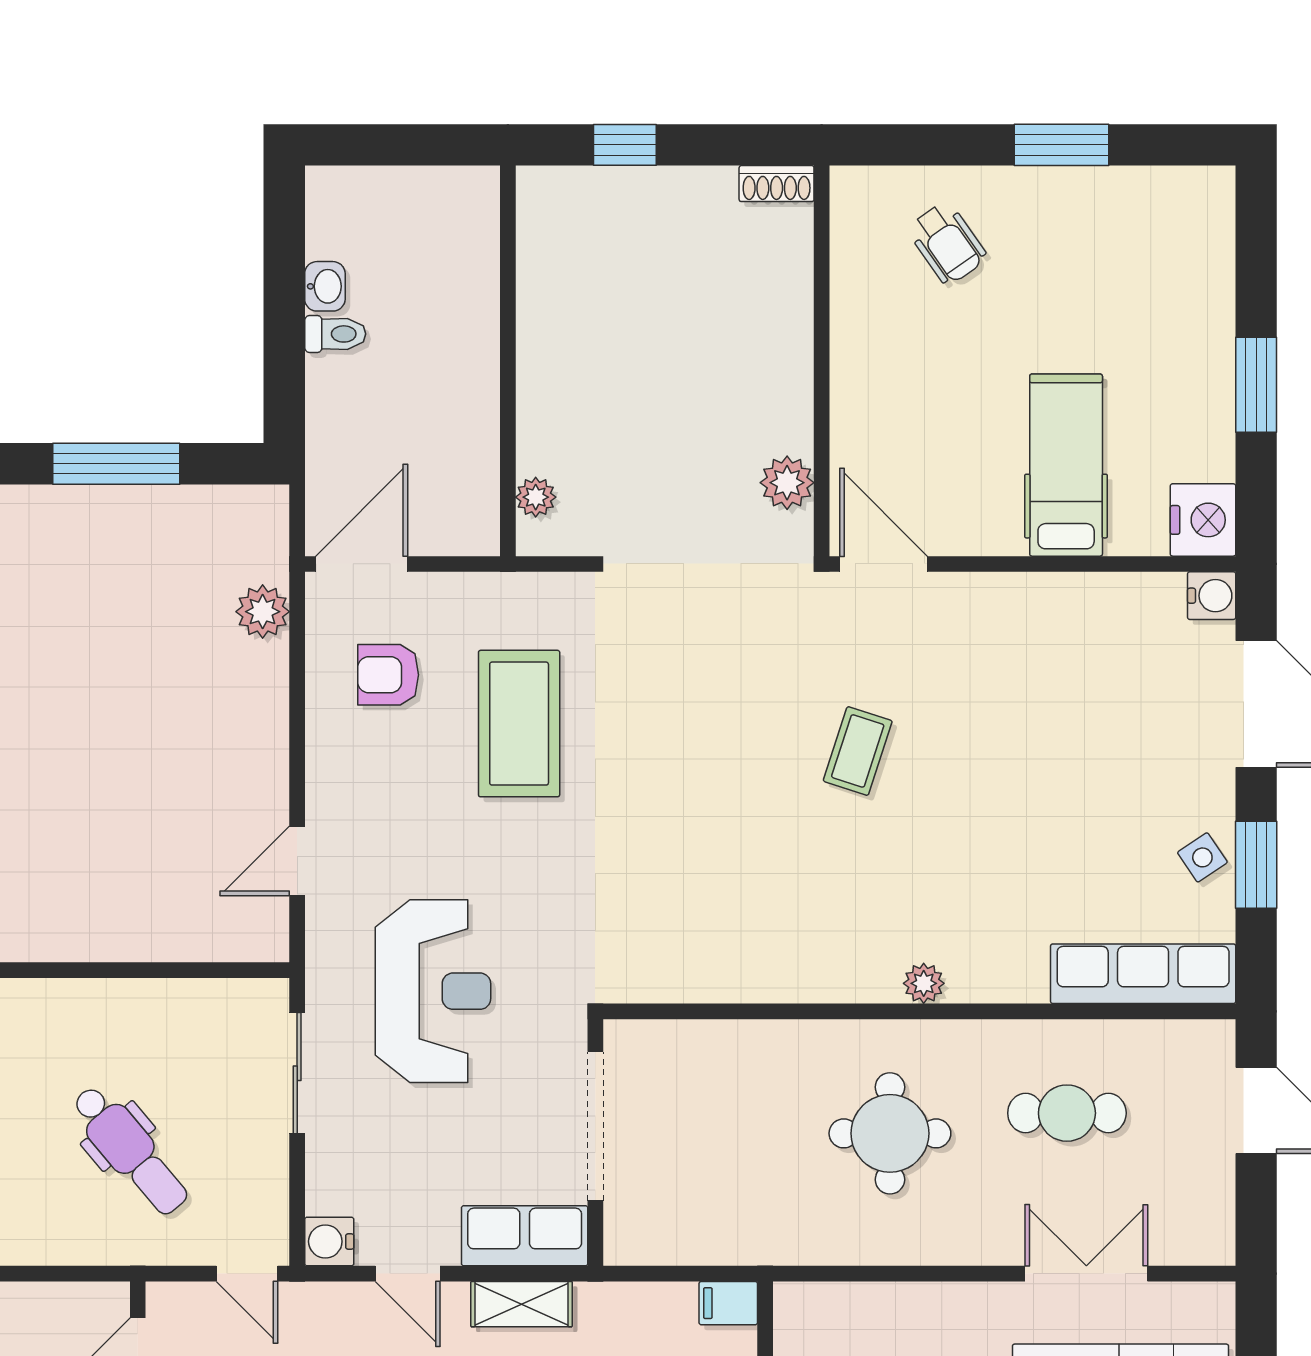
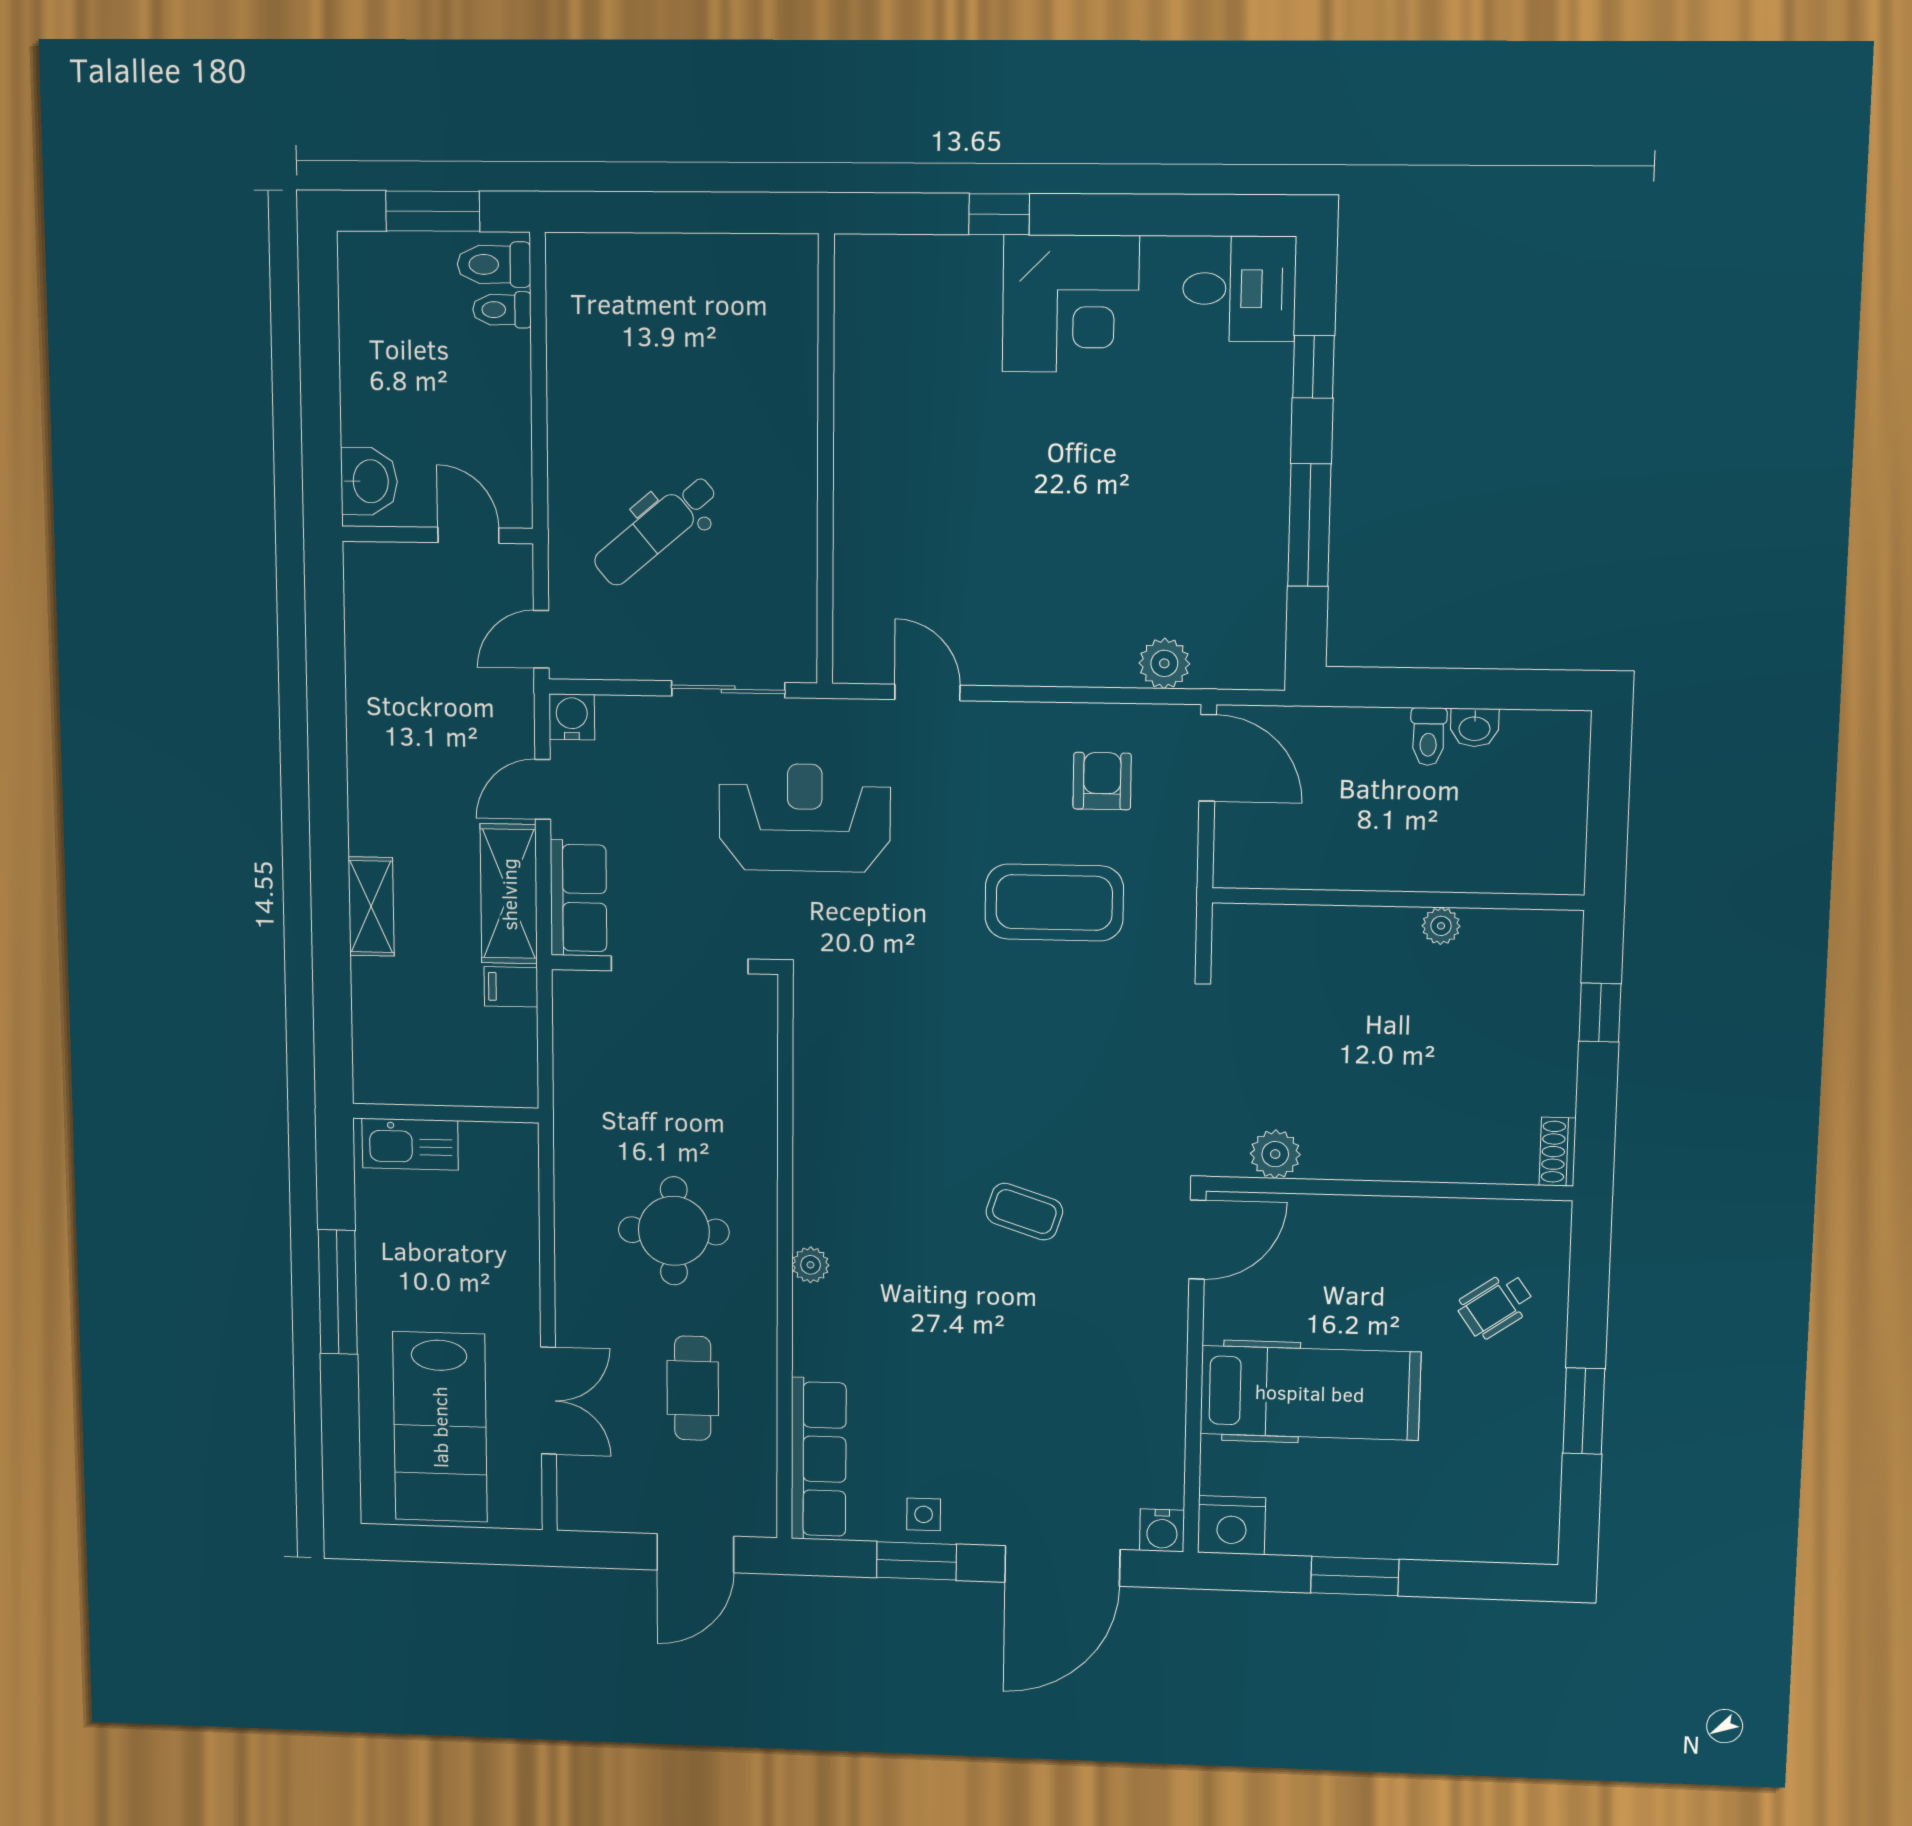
hospital bed: (1066, 465) -> (1310, 1393), width x1.37, depth x1.29
plant: (536, 497) -> (1441, 926), moved
side table: (1202, 857) -> (924, 1514), turned 34
reception desk: (433, 991) -> (805, 818), turned 180
filing cabinet: (728, 1303) -> (511, 987), moved, turned -90
shelving: (522, 1304) -> (509, 894), width x1.50, depth x1.33

